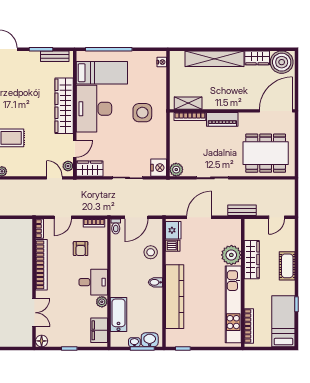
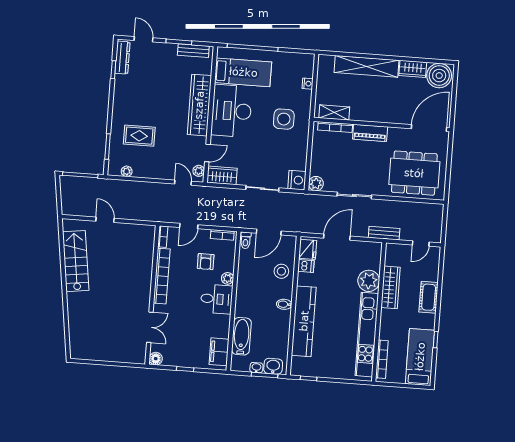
nightstand: (162, 62) -> (308, 84), moved
plant: (102, 302) -> (228, 278), moved

